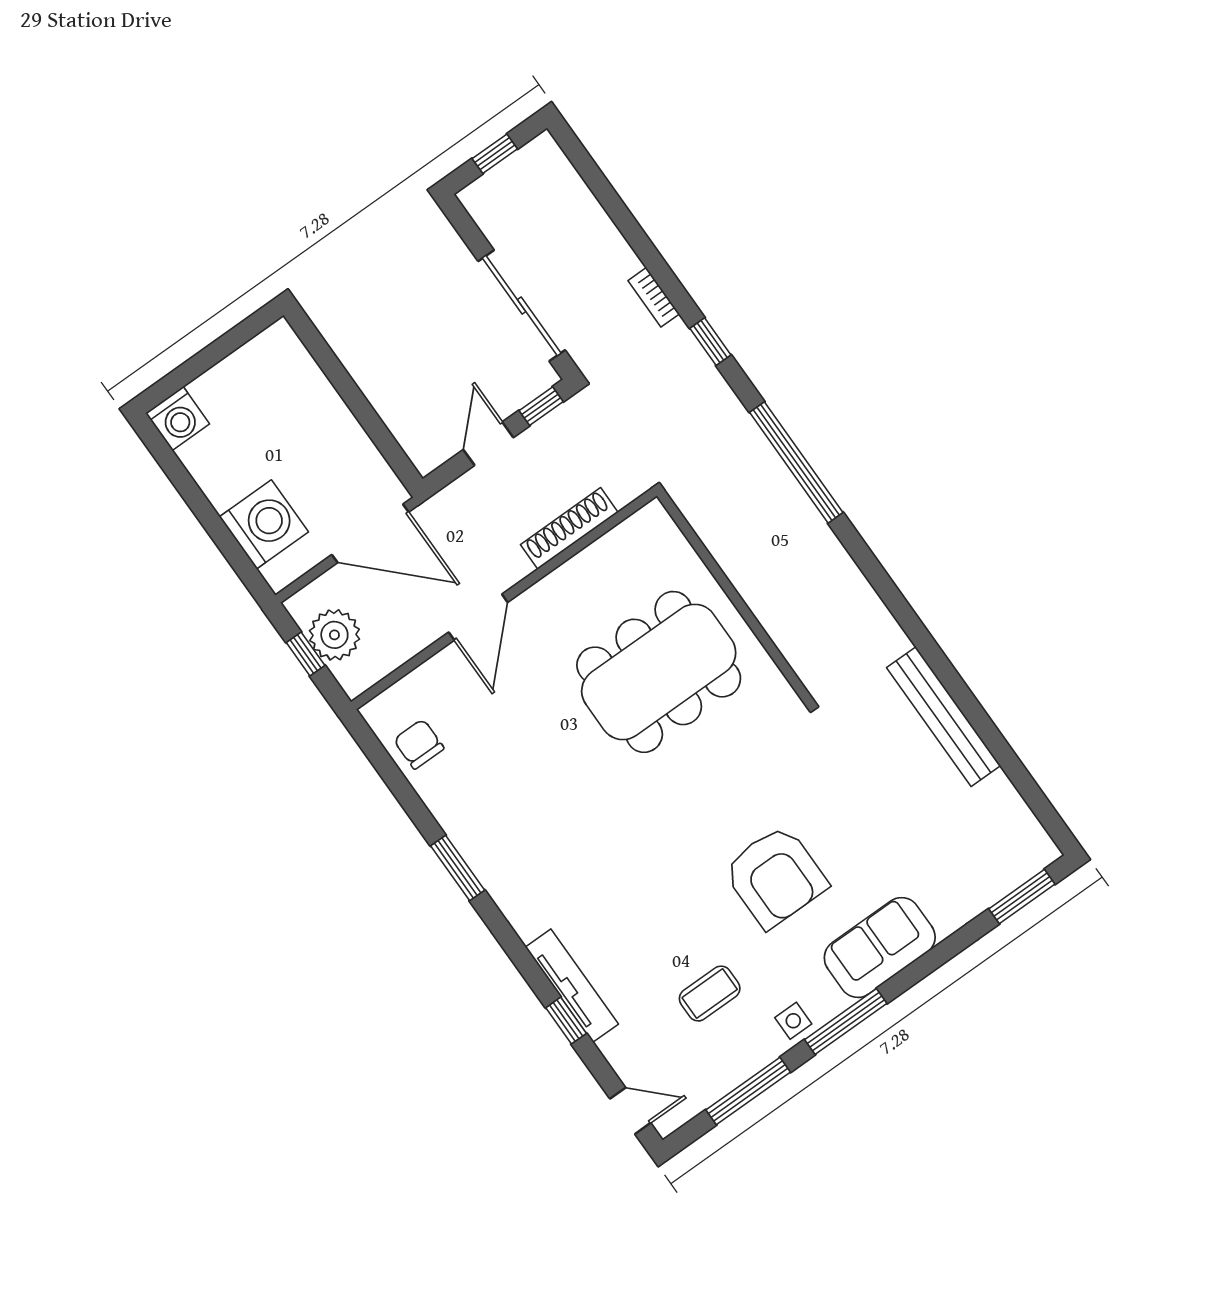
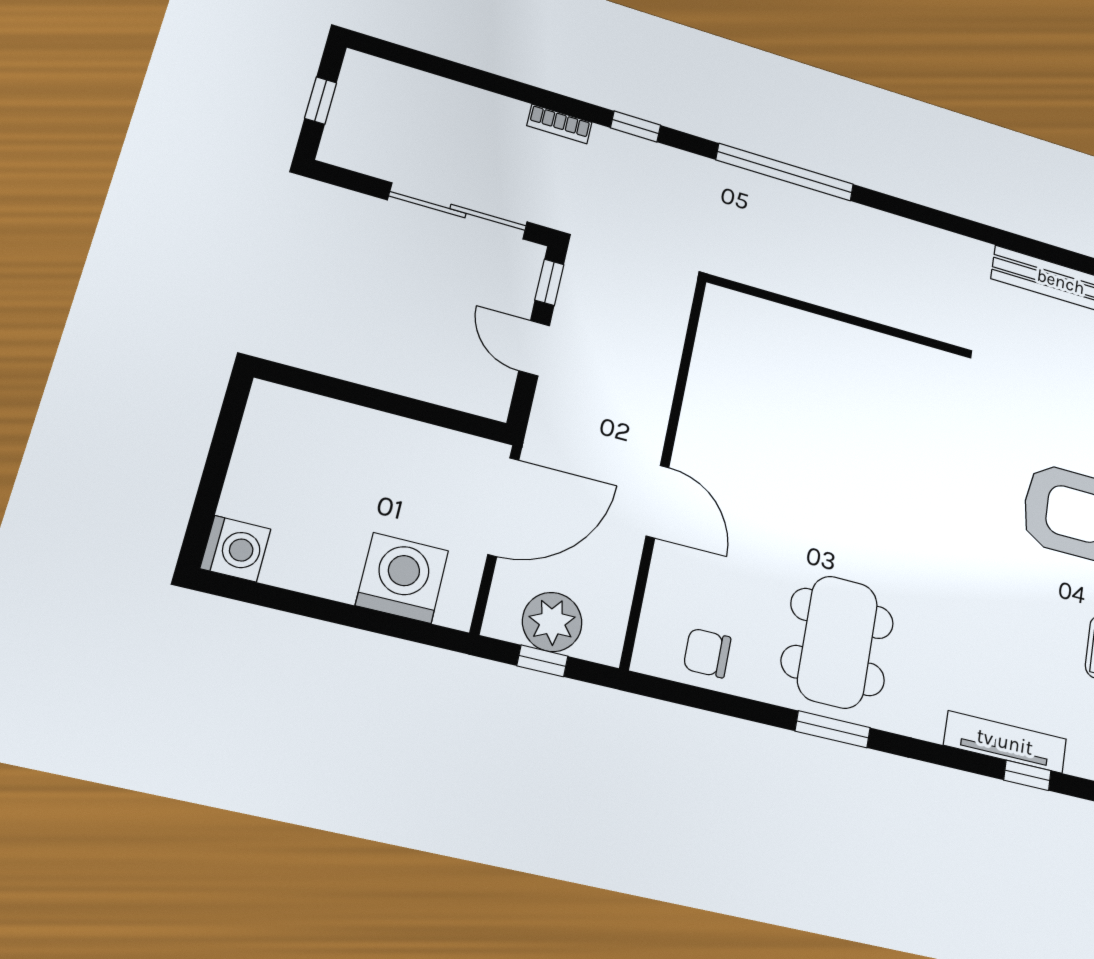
shoe rack: (569, 528) -> (663, 365), removed
dining table: (659, 672) -> (838, 642), moved, width x0.73, depth x0.80

